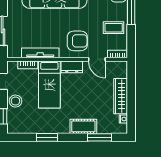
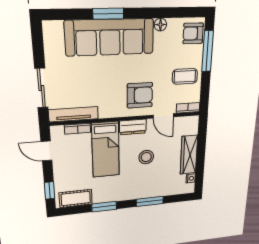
tv unit: (40, 53) -> (74, 114), moved
stool: (15, 101) -> (146, 157), moved
cot: (83, 126) -> (76, 198), moved
window: (99, 137) -> (150, 201), moved

